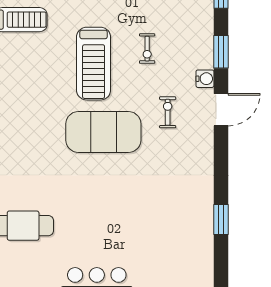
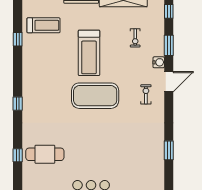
exercise bike: (147, 49) -> (135, 38), moved
exercise bike: (168, 112) -> (146, 94), moved

